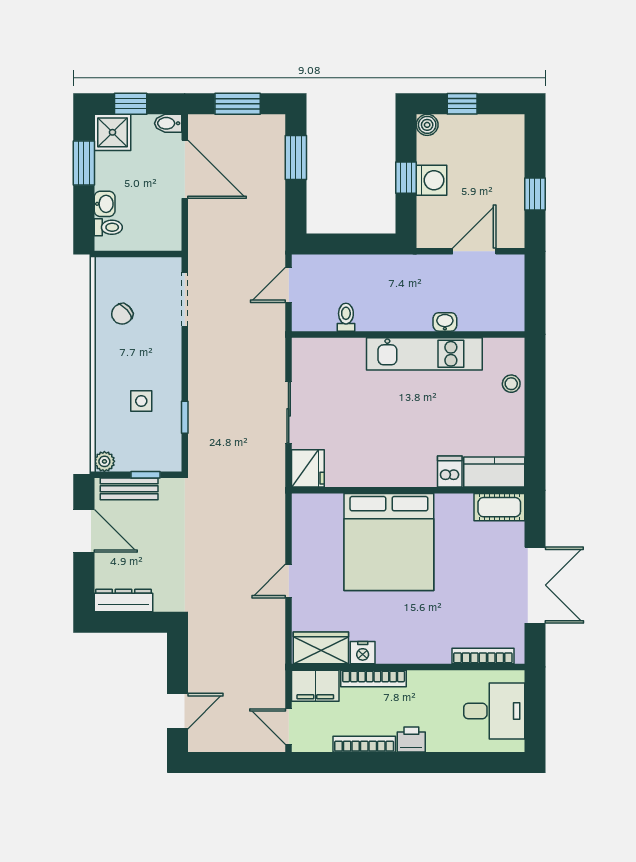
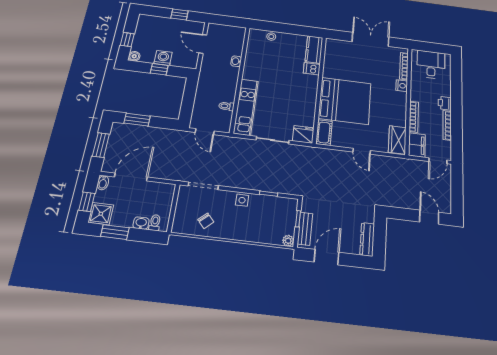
kitchen unit: (424, 354) -> (246, 107), moved
side table: (141, 401) -> (242, 200), moved
cot: (499, 507) -> (324, 133), moved
nightstand: (363, 653) -> (402, 86), moved

